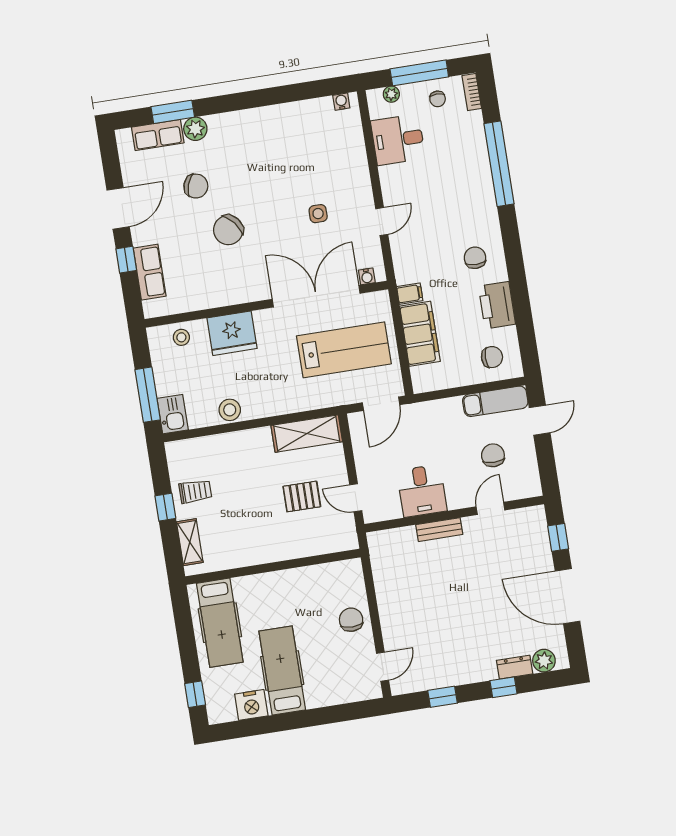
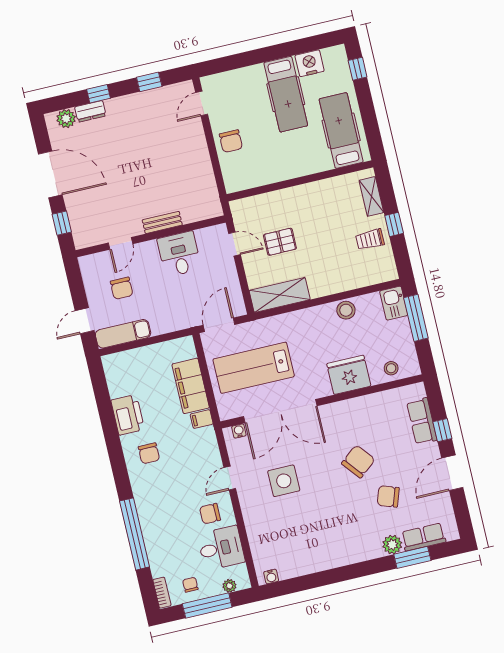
side table: (318, 214) -> (284, 481), width x1.87, depth x1.87
chair: (492, 357) -> (210, 514), moved

